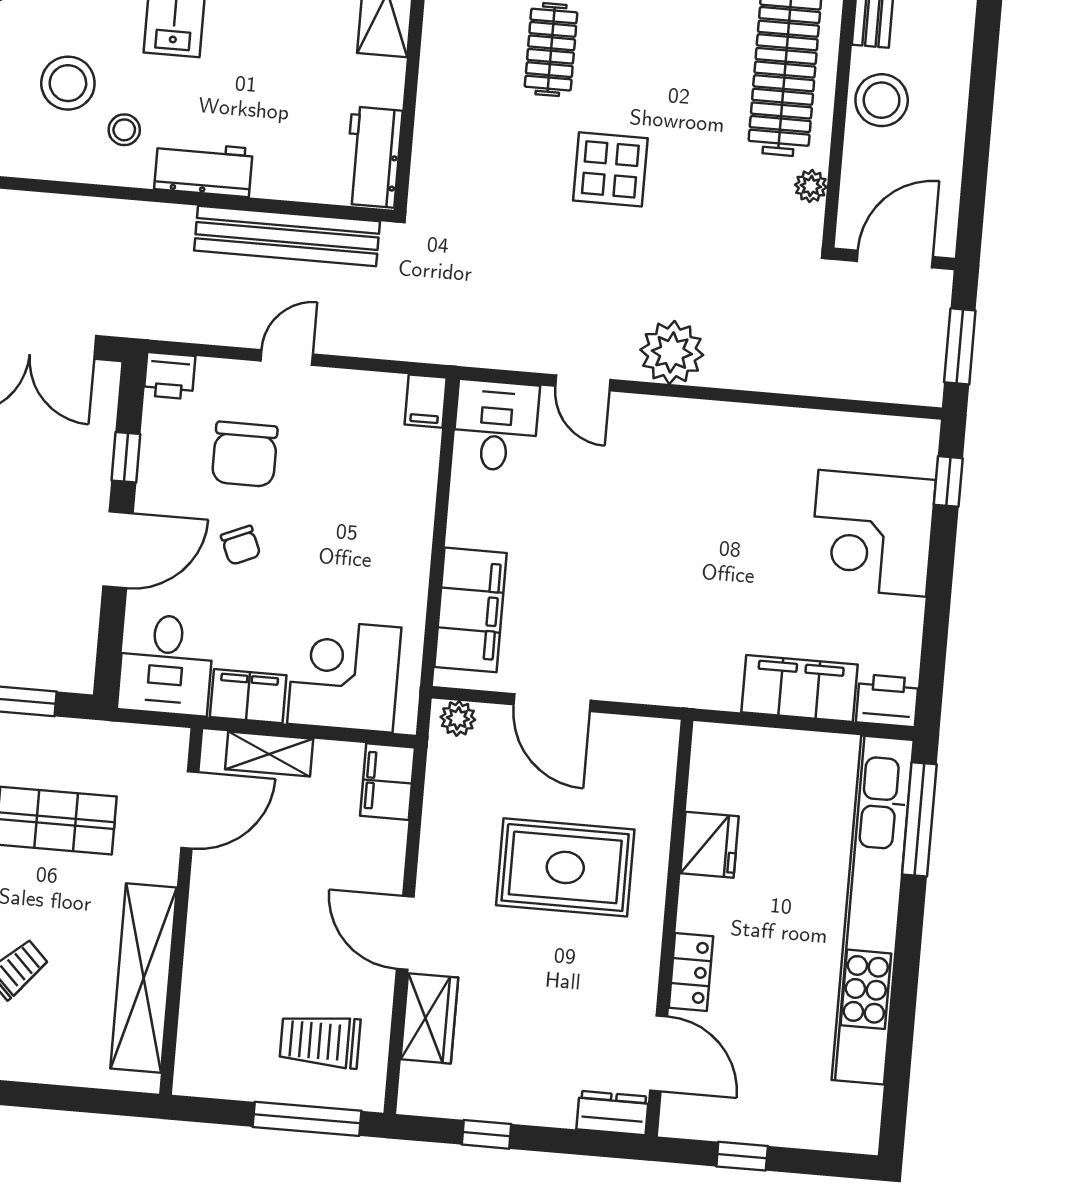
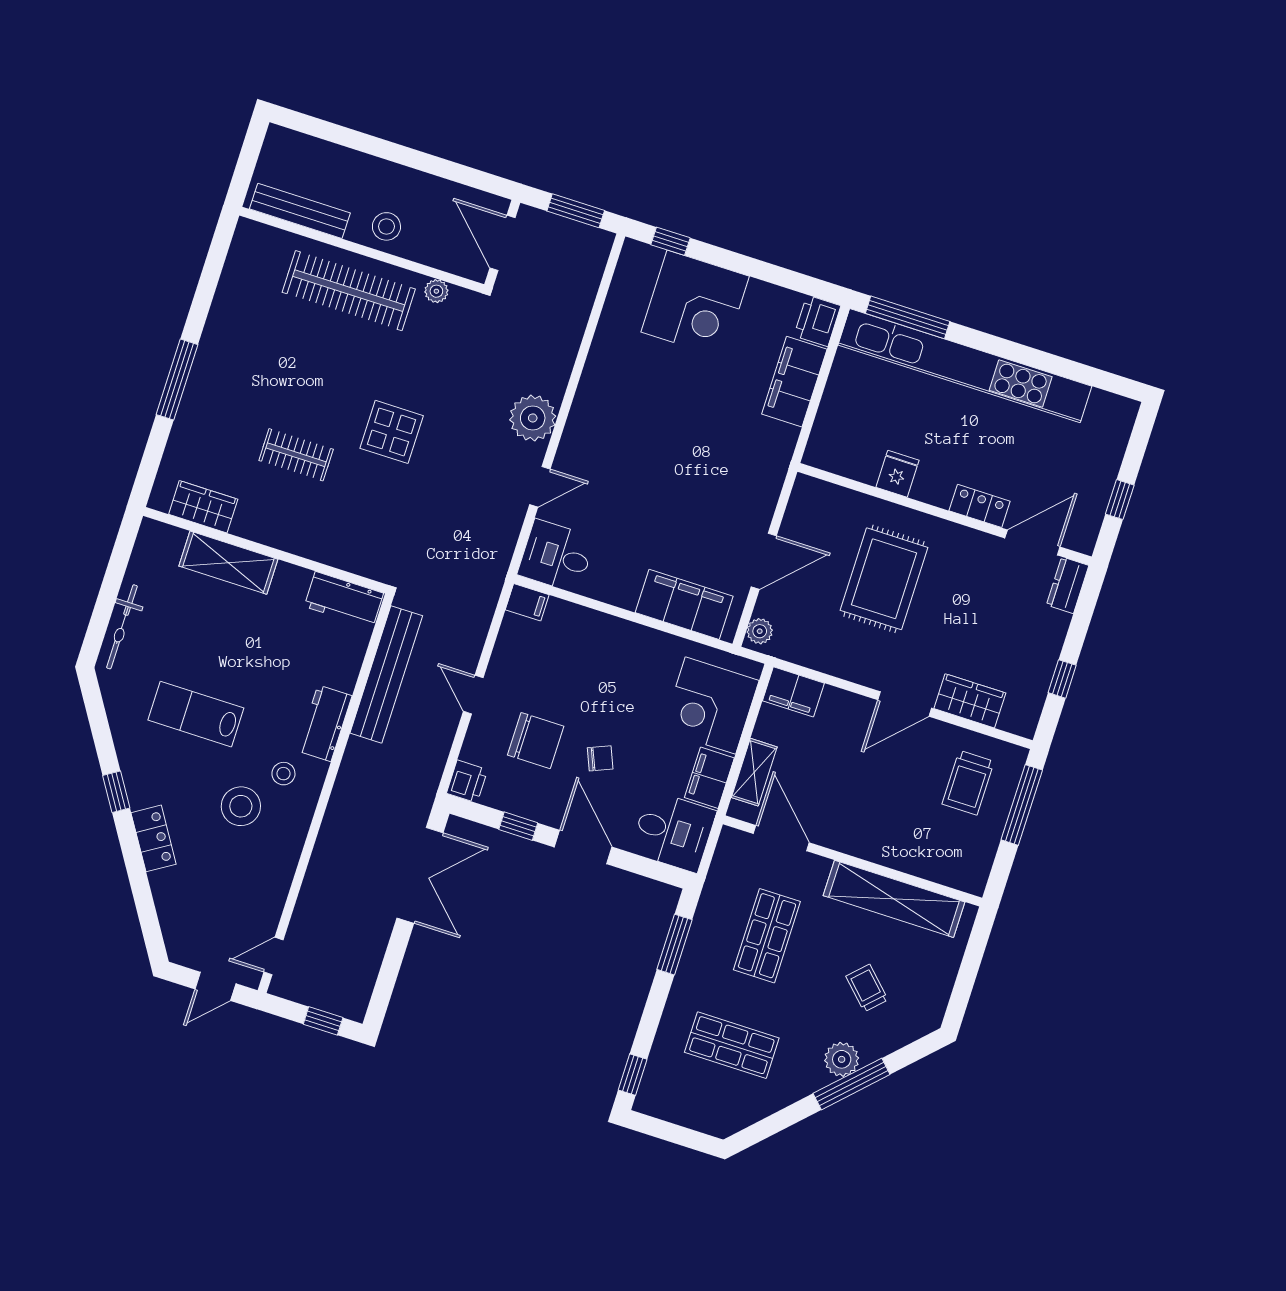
stool: (882, 100) -> (386, 226), width x0.73, depth x0.73
fridge: (710, 845) -> (897, 474), width x0.72

